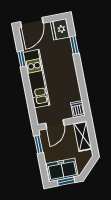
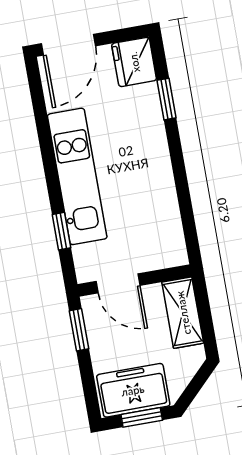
window: (22, 59) -> (61, 231), moved
dishwasher: (78, 109) -> (173, 249), removed
door: (55, 124) -> (118, 283), hinge flipped

